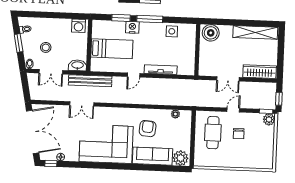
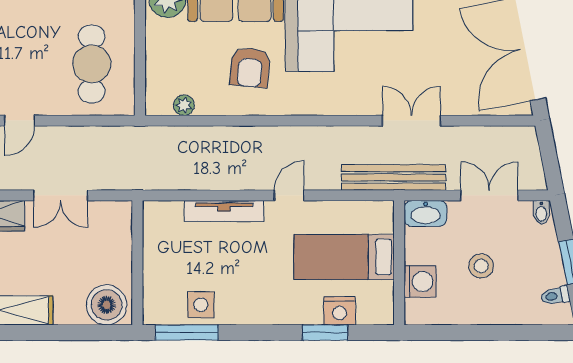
window: (150, 19) -> (187, 333), moved
washing machine: (79, 26) -> (420, 282), moved, turned 90
nightstand: (132, 27) -> (340, 311), moved
stool: (46, 47) -> (481, 266), moved
double door: (228, 79) -> (61, 195), swing flipped
door: (233, 110) -> (19, 121), moved
chair: (239, 134) -> (29, 64), removed

